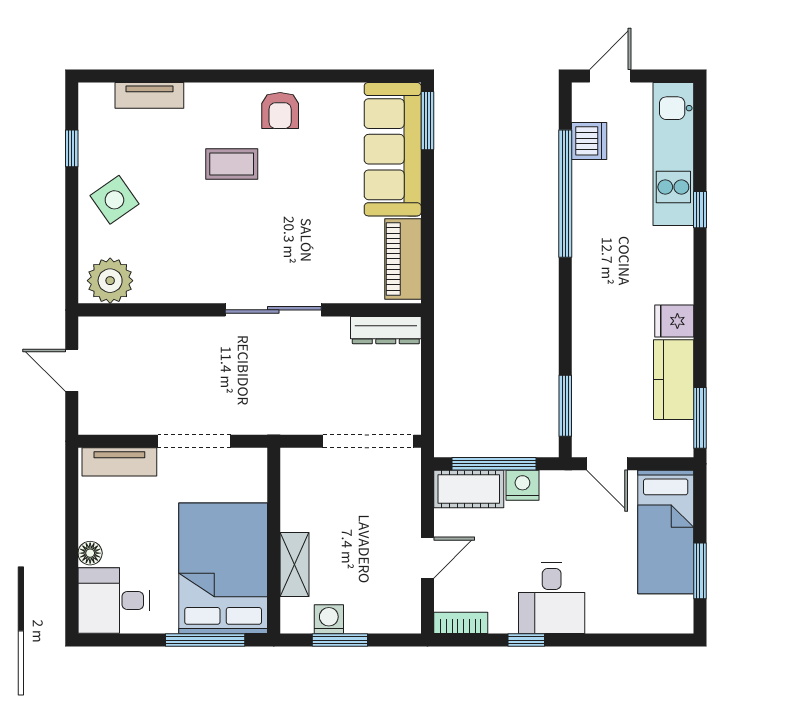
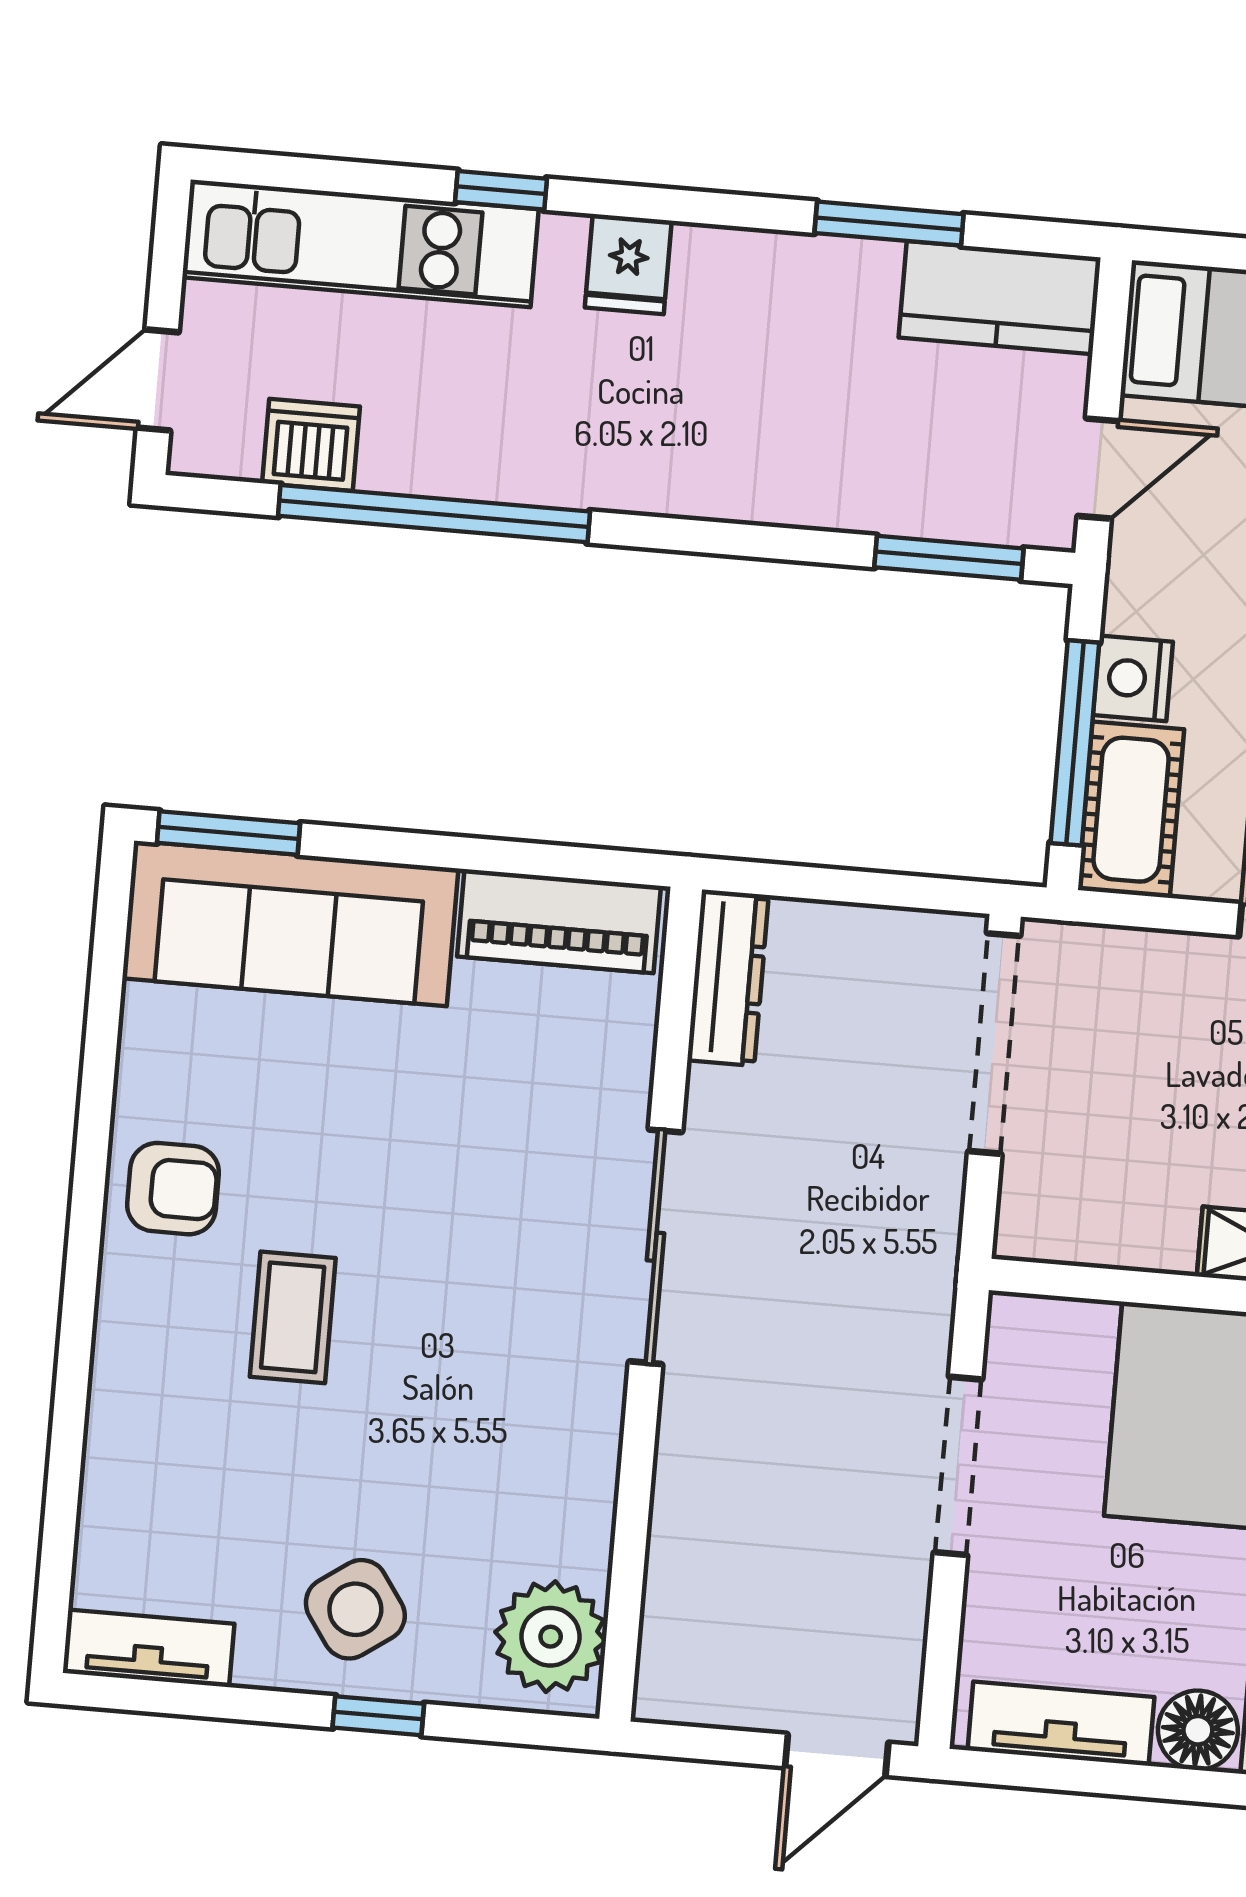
door: (610, 76) -> (158, 380), hinge flipped
tv unit: (149, 95) -> (148, 1648), moved, turned -90
window: (72, 148) -> (378, 1716), moved
fridge: (674, 321) -> (628, 264), moved
door: (72, 370) -> (837, 1755), moved
kitchen counter: (674, 380) -> (1000, 298), moved
window: (700, 418) -> (889, 224), moved
tv unit: (119, 462) -> (1061, 1724), moved, turned -90
floor lamp: (90, 553) -> (1198, 1730), width x1.37, depth x1.37

